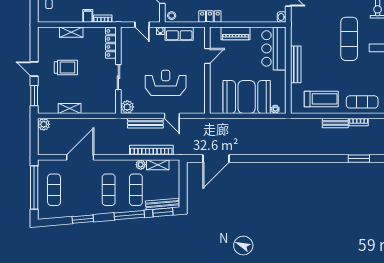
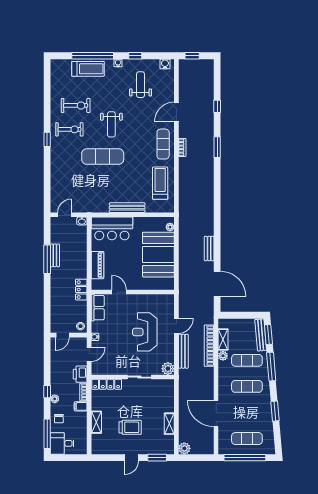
printer: (121, 15) -> (80, 374), added
row of seats: (179, 34) -> (98, 308), moved
trolley: (66, 68) -> (130, 427), turned 90
bench: (335, 123) -> (209, 248), moved

